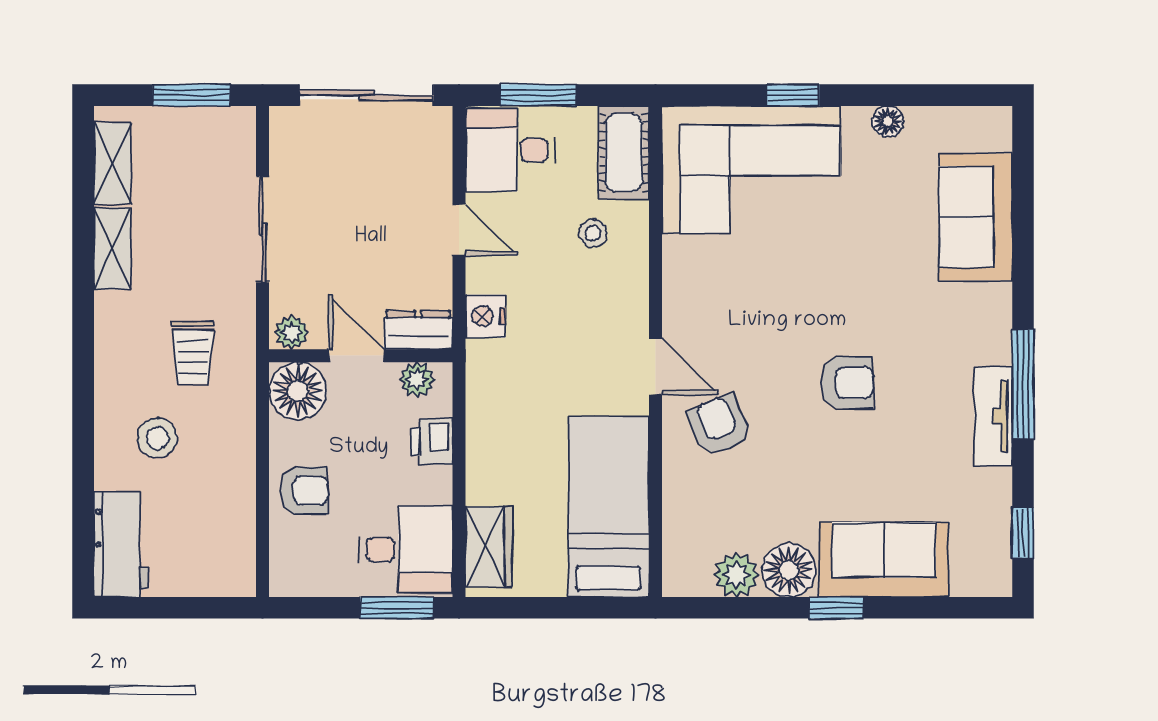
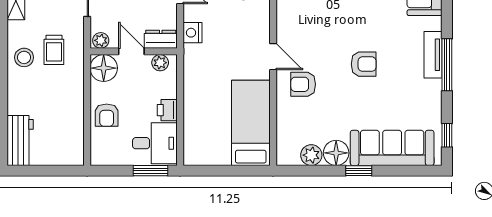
tv unit: (993, 416) -> (433, 55), moved
armchair: (719, 425) -> (303, 84), turned -67
stool: (157, 438) -> (24, 57), moved
printer: (432, 442) -> (167, 110), moved
armchair: (304, 491) -> (107, 115), turned 90
wardrobe: (489, 547) -> (194, 142), removed
sofa: (884, 560) -> (392, 148), width x1.36

